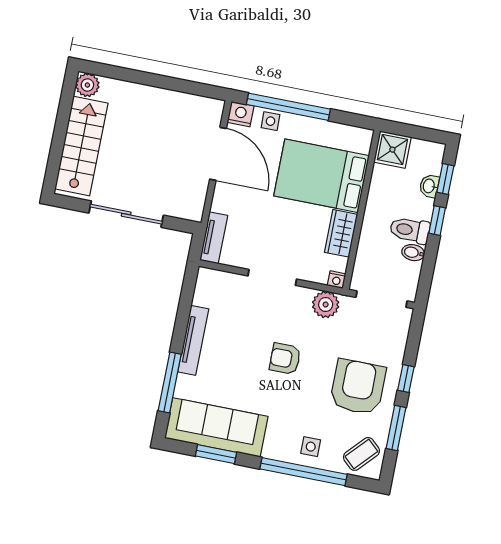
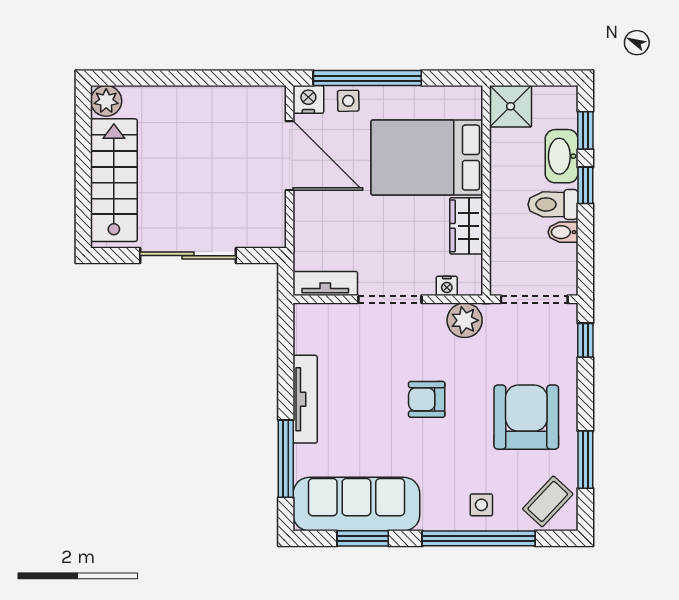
washbasin: (429, 186) -> (562, 156), width x1.91, depth x1.45
tv unit: (214, 238) -> (325, 283), moved, turned -90
nightstand: (337, 280) -> (447, 286), moved
window: (406, 378) -> (585, 340), moved

